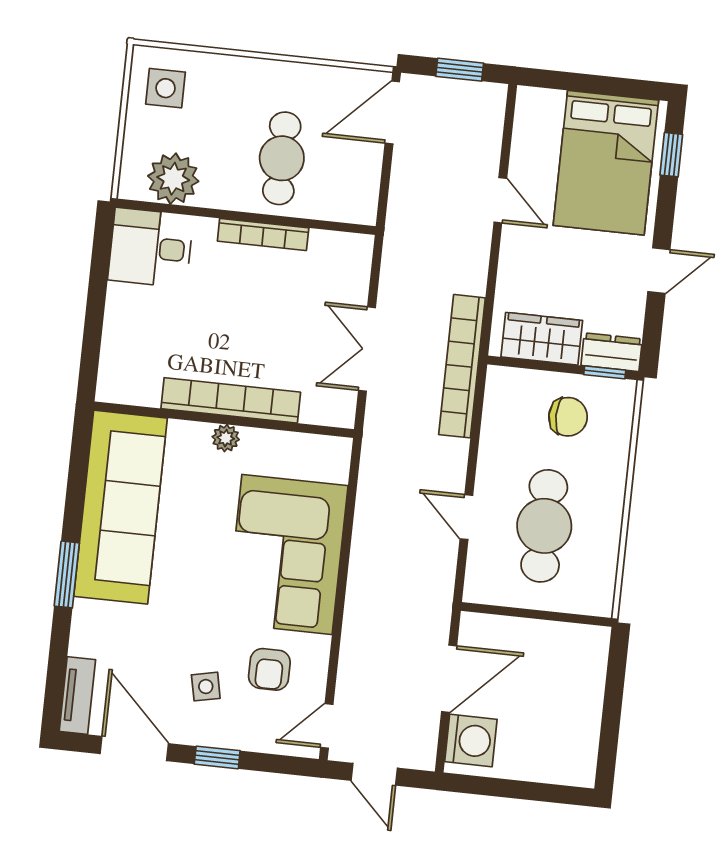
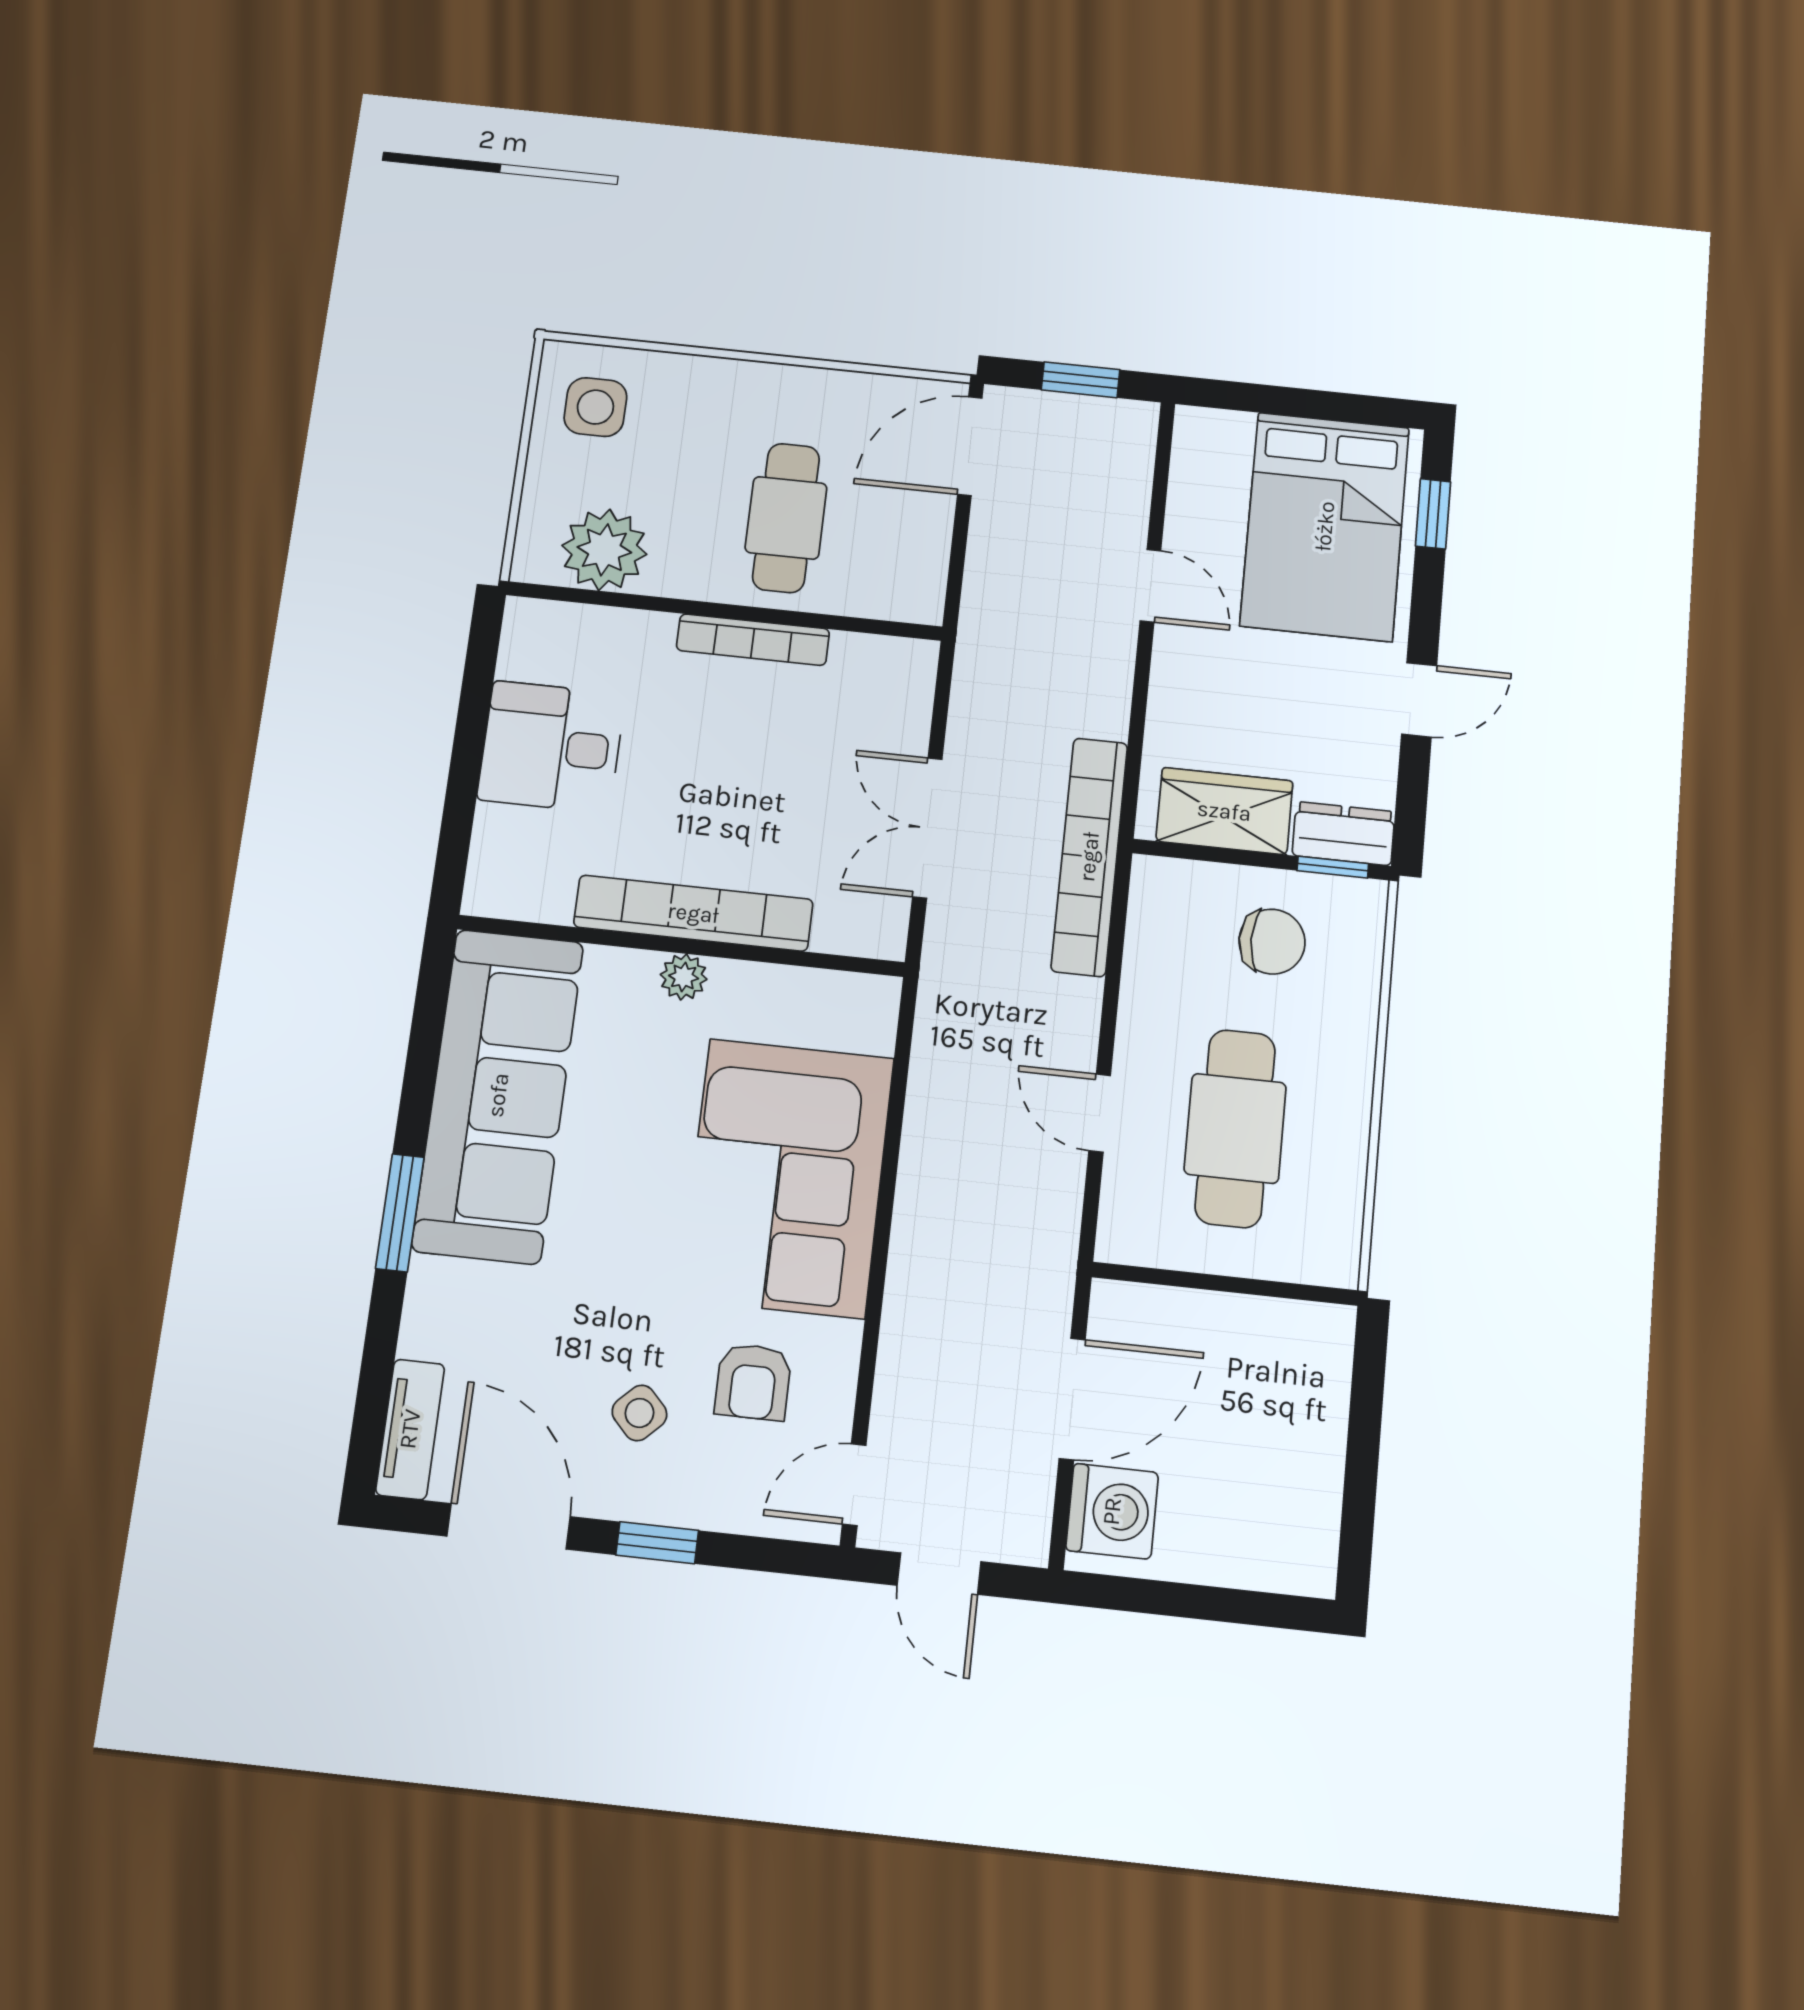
desk: (151, 248) -> (551, 747), moved
side table: (206, 687) -> (639, 1413), turned -32

